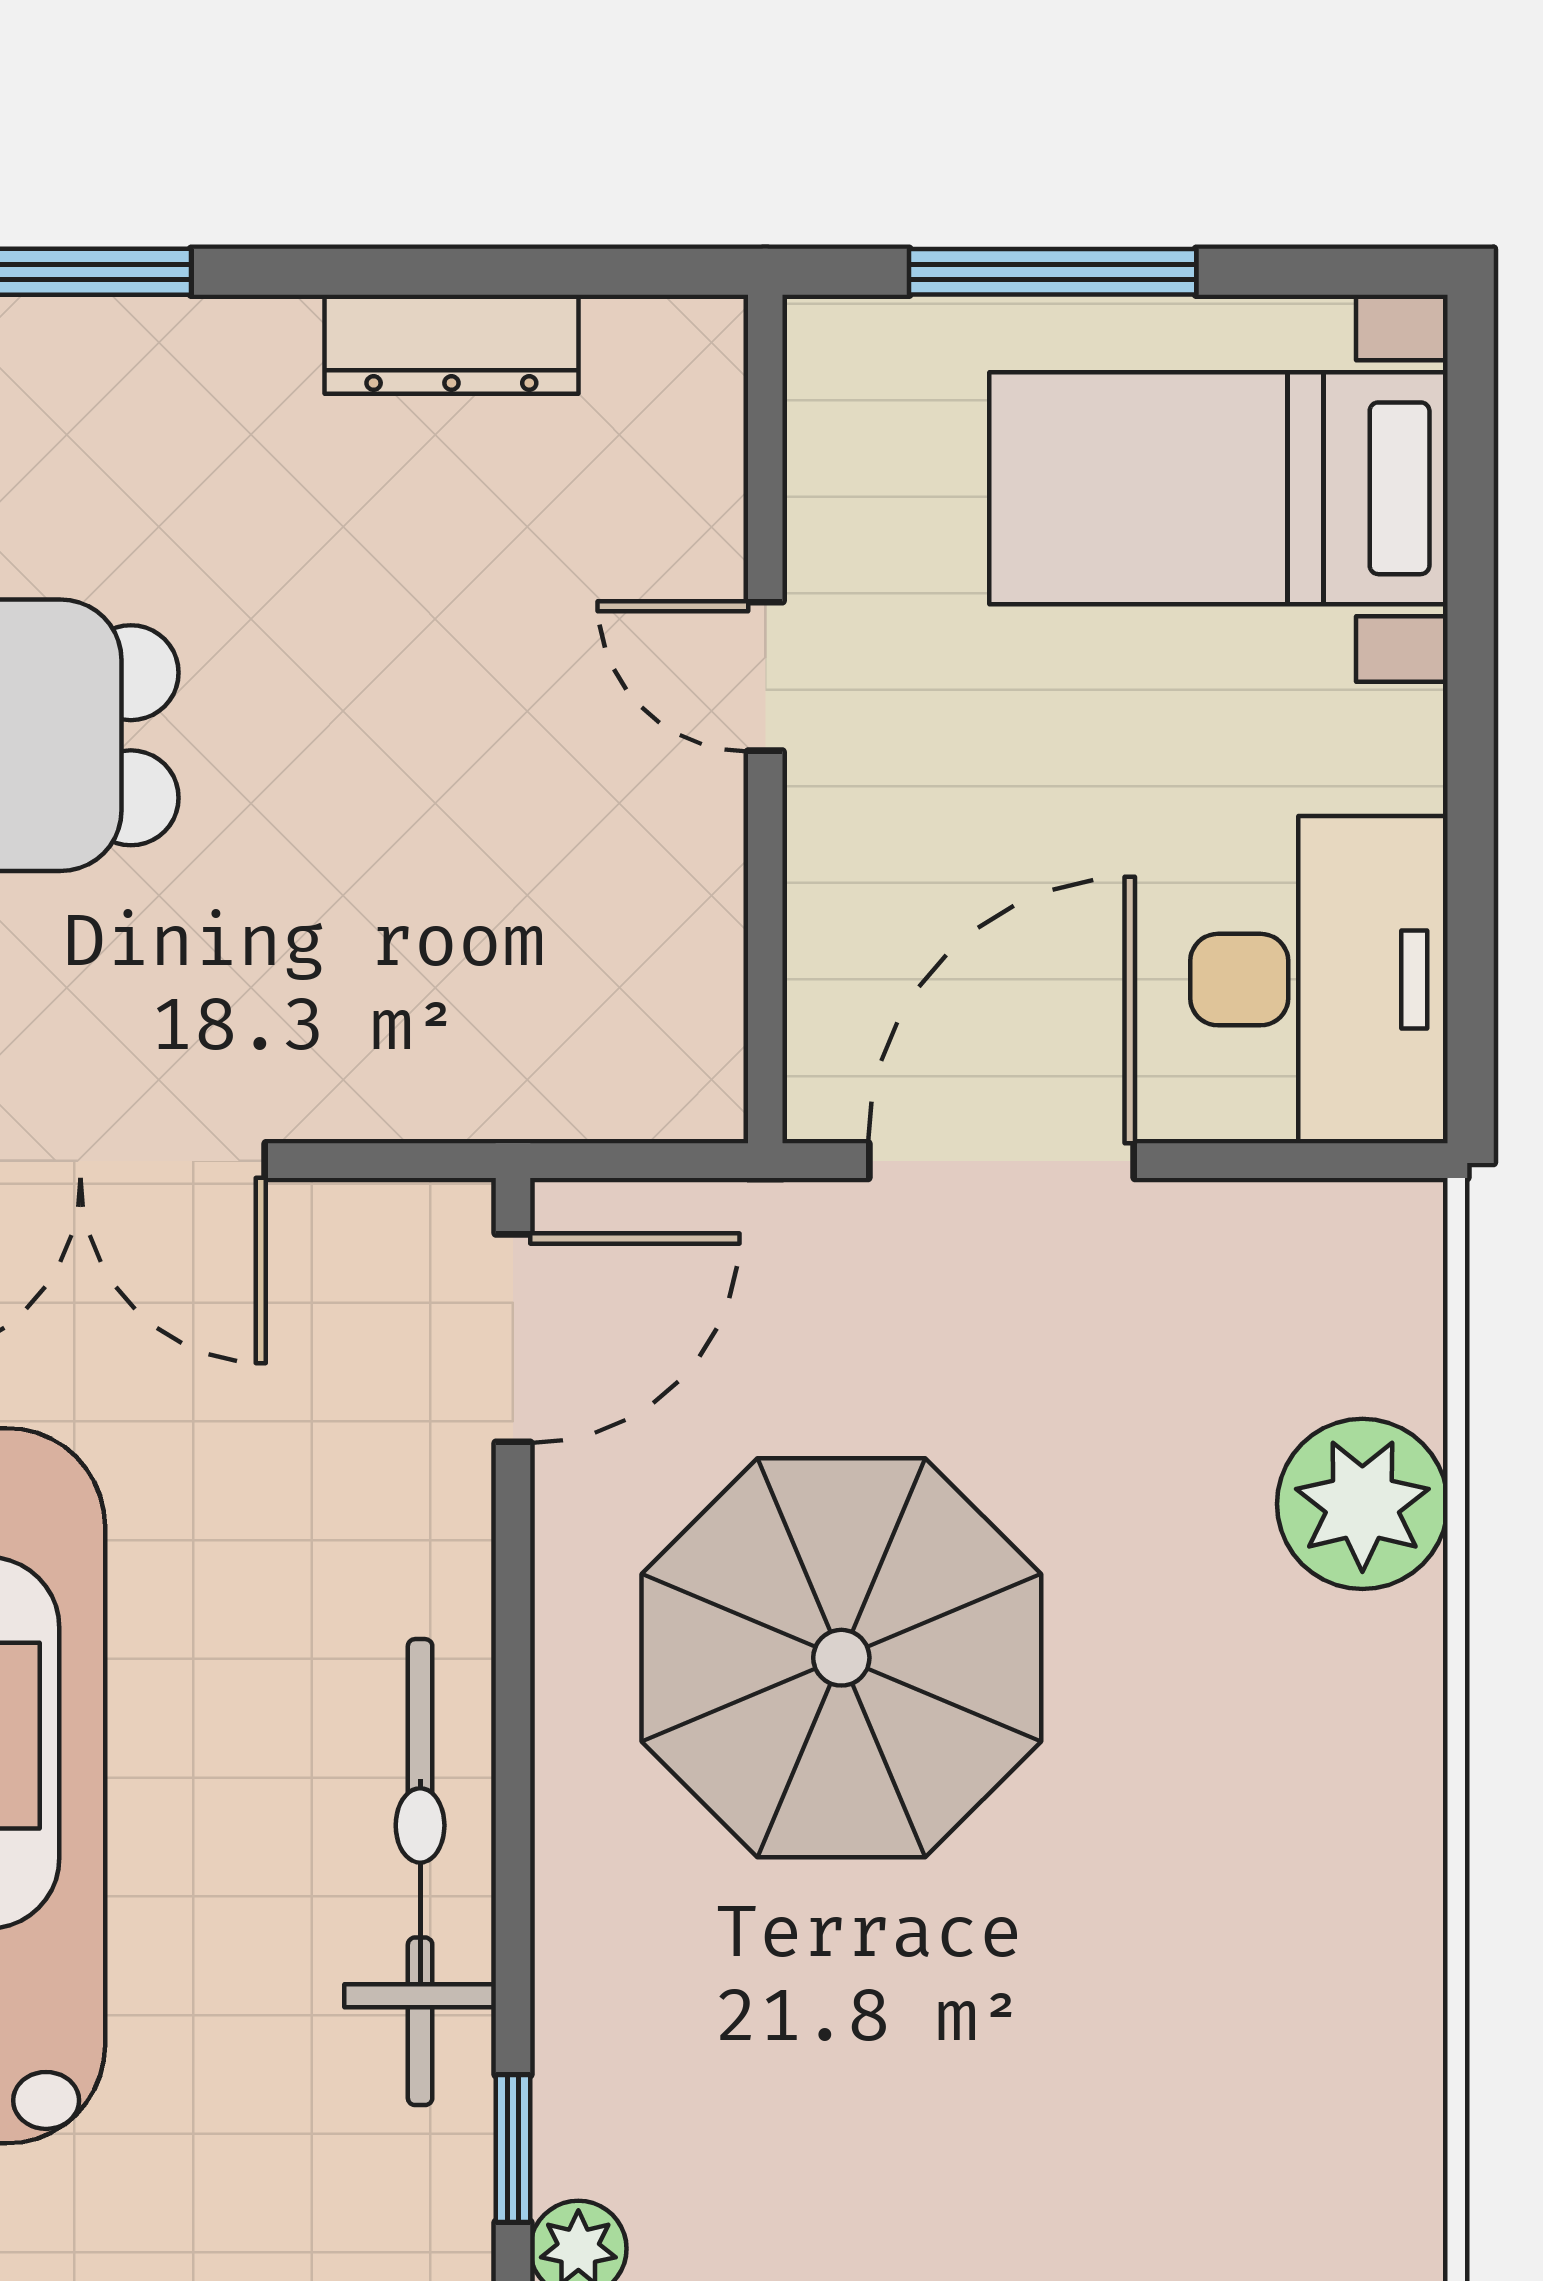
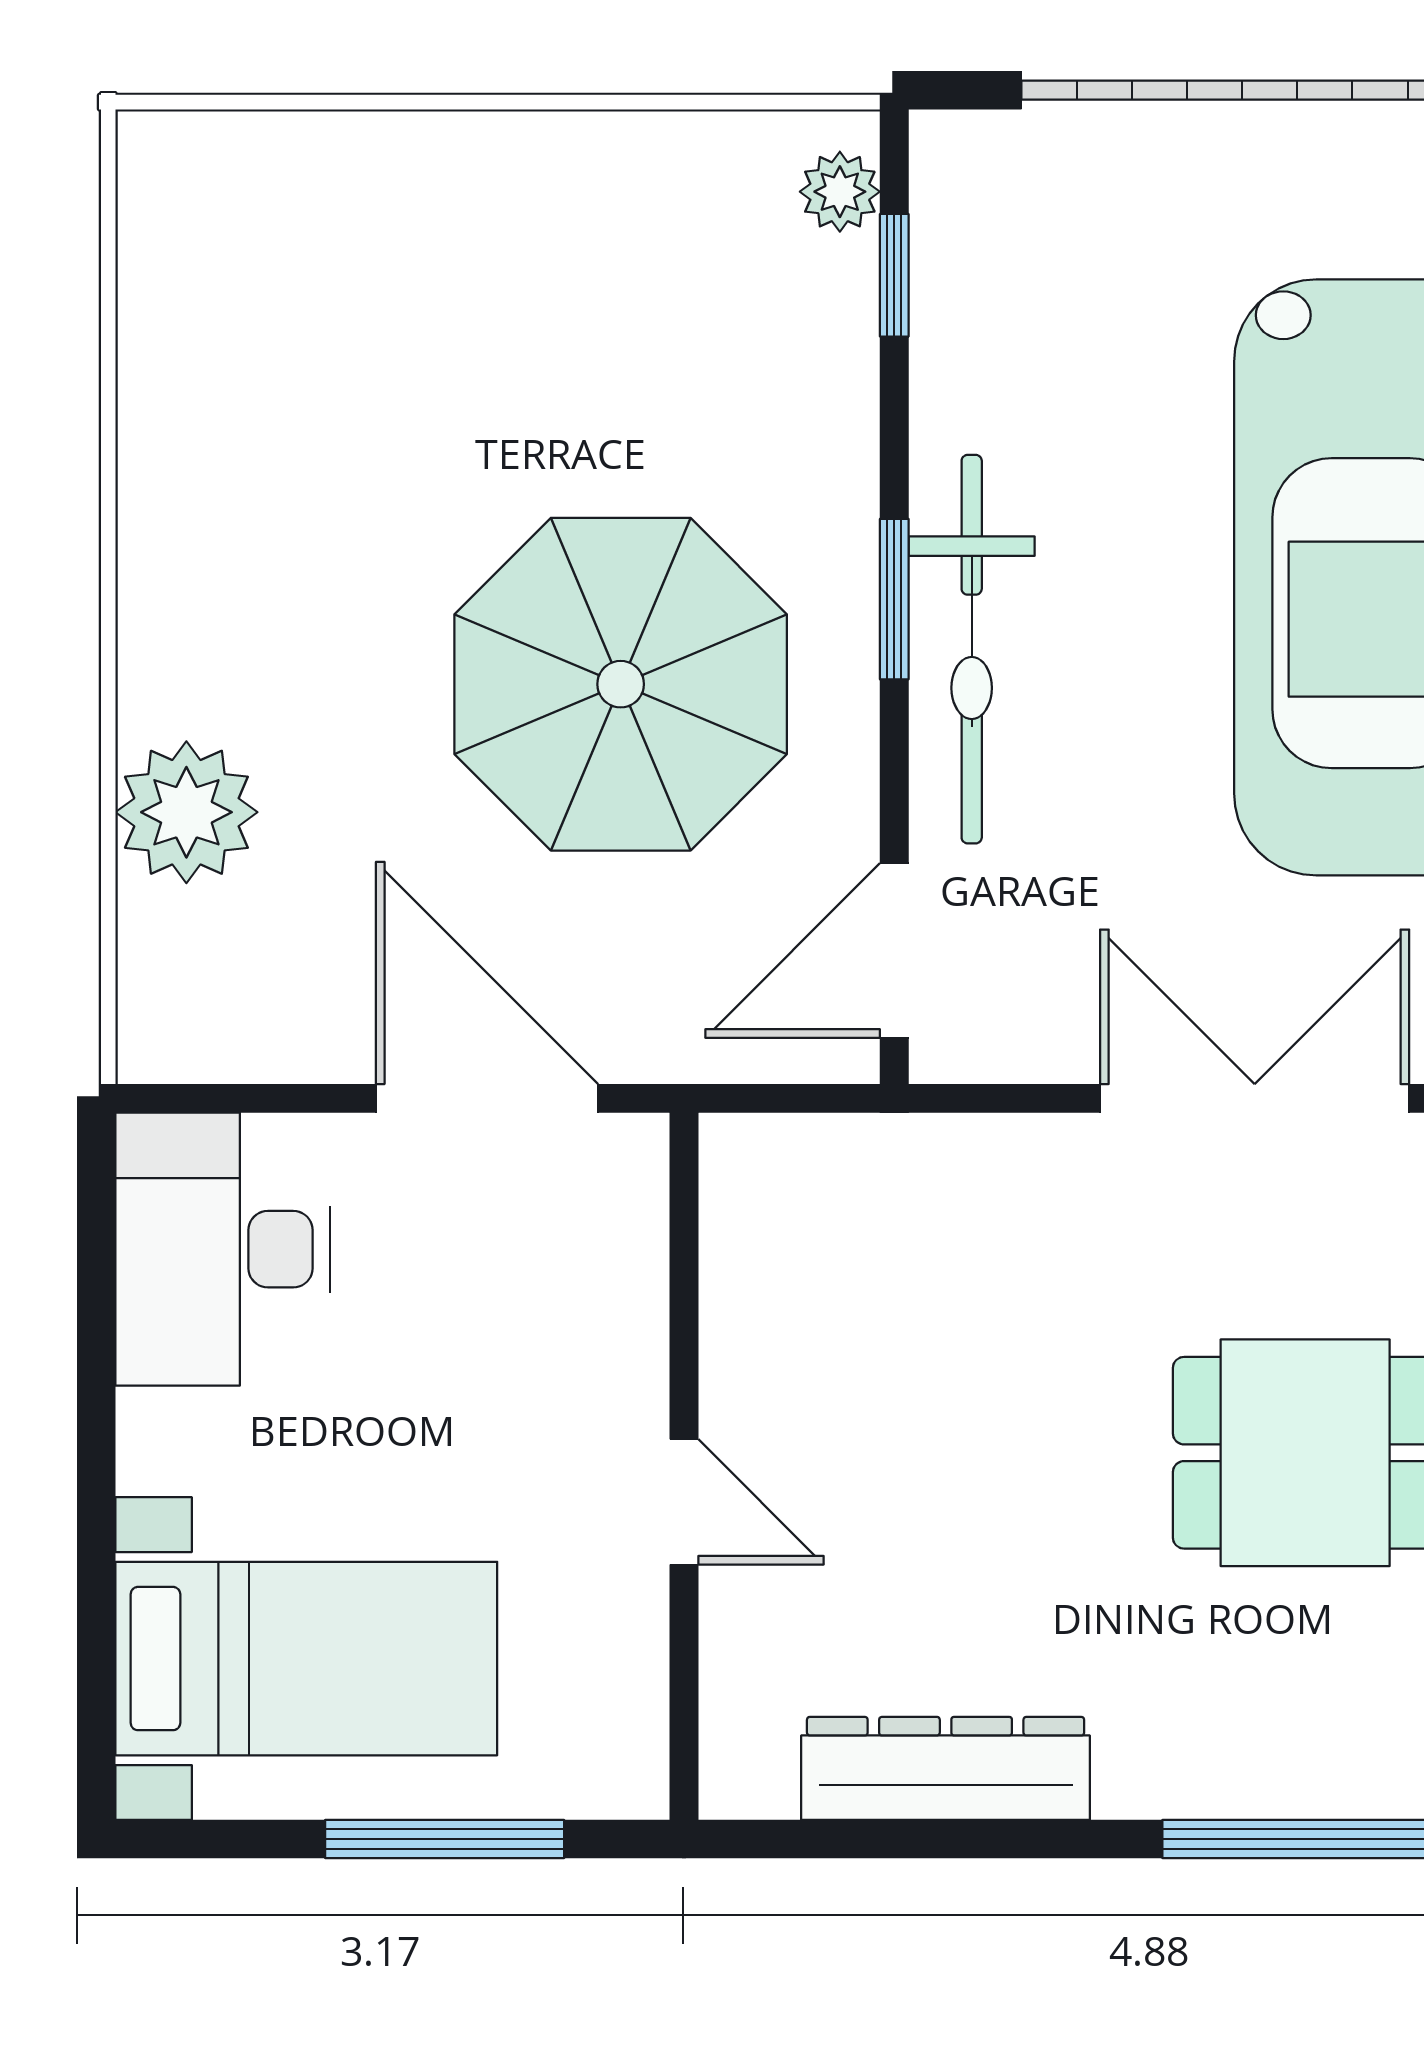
dresser: (451, 344) -> (946, 1768), width x1.37, depth x1.24
door: (1002, 1161) -> (487, 1098), swing flipped
window: (513, 1760) -> (894, 599), added
bicycle: (420, 1872) -> (972, 649), moved

